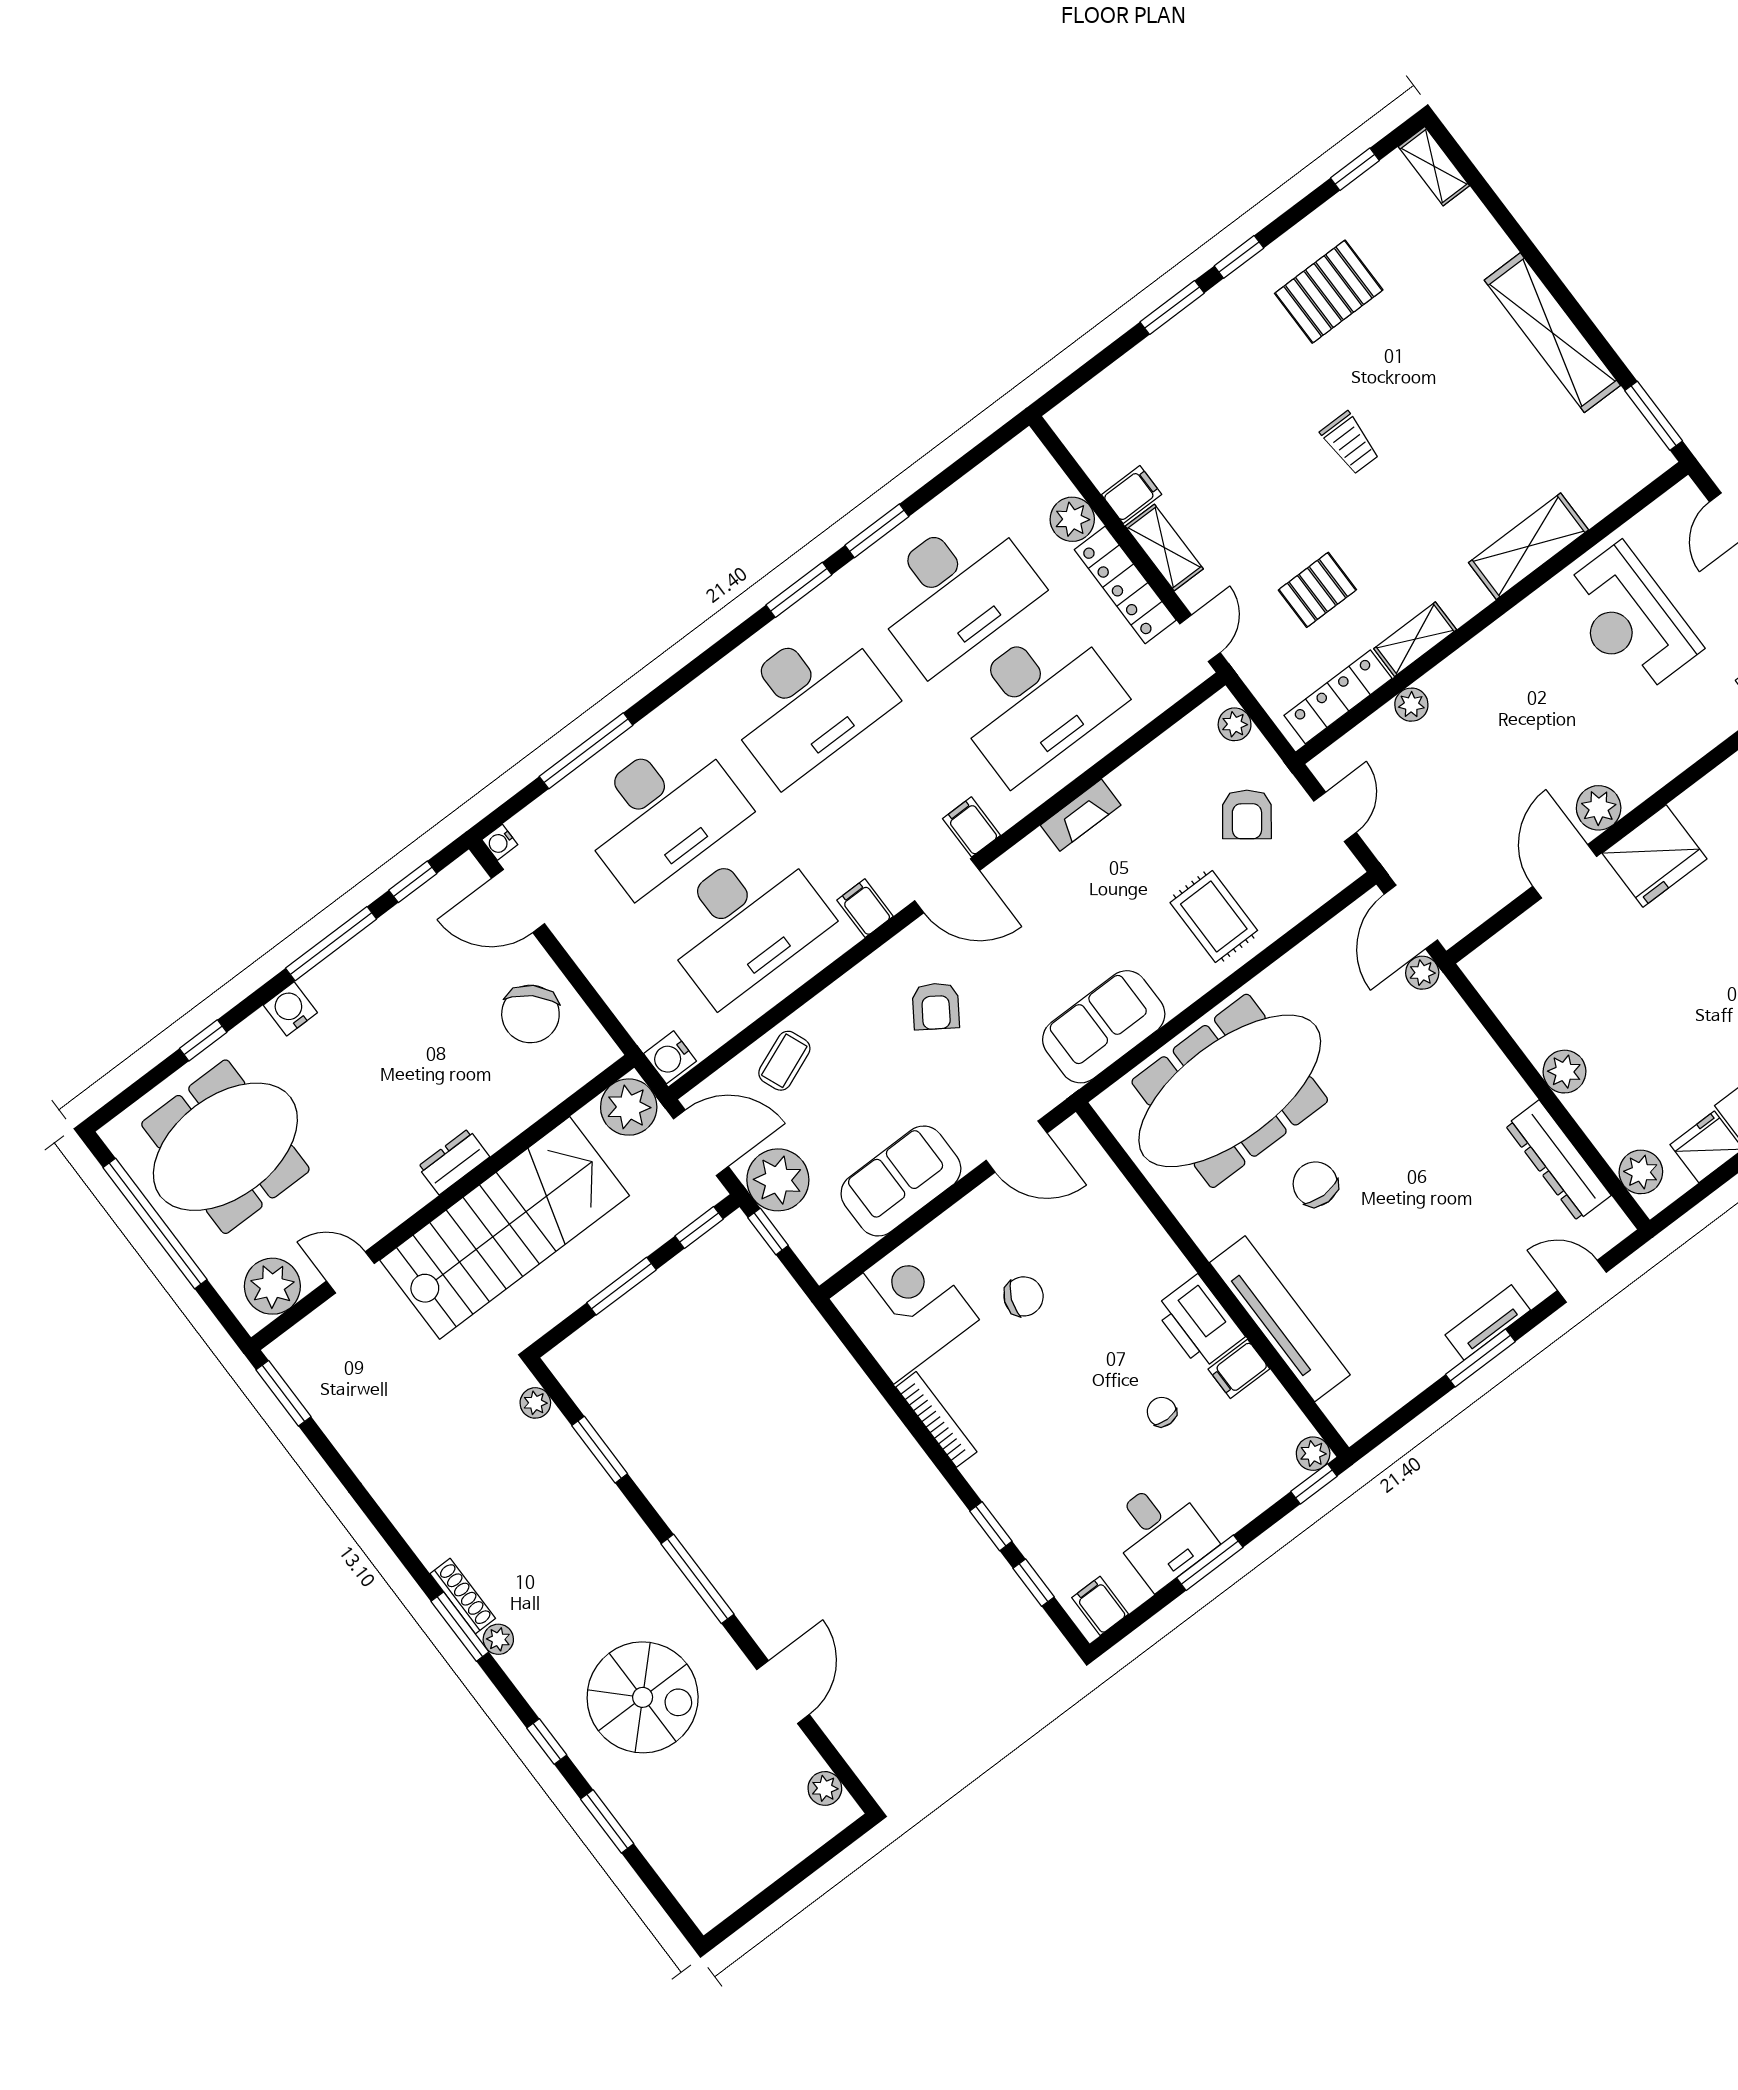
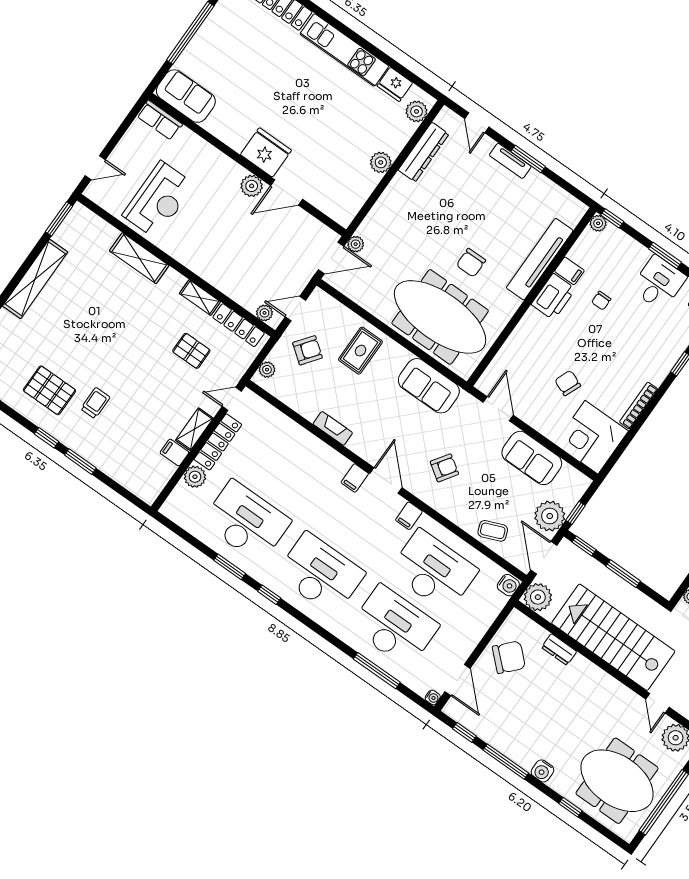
trolley: (1350, 443) -> (95, 403), moved
window: (799, 590) -> (269, 595), width x0.67
desk: (1037, 700) -> (285, 466), removed
plant: (1411, 705) -> (264, 313), moved
dresser: (454, 1162) -> (559, 649), moved

